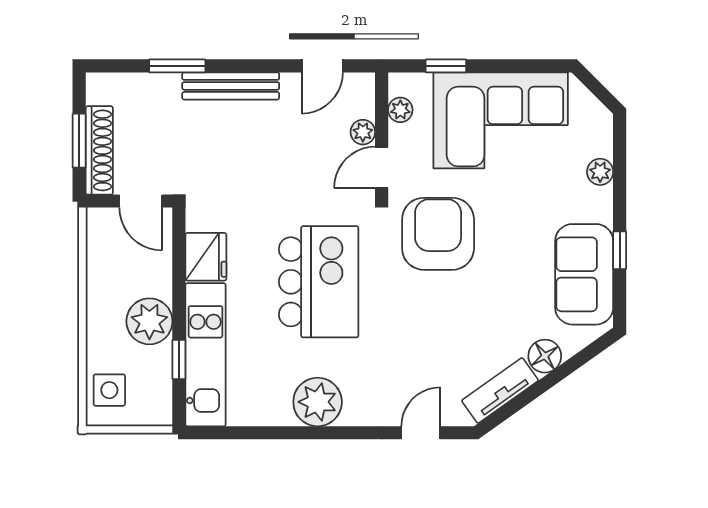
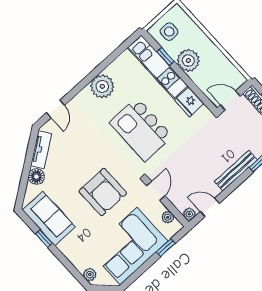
door: (322, 66) -> (210, 207), hinge flipped
plant: (363, 132) -> (189, 214), moved
plant: (600, 172) -> (90, 275), moved
armchair: (438, 234) -> (103, 192), moved
side table: (109, 390) -> (169, 32), moved

